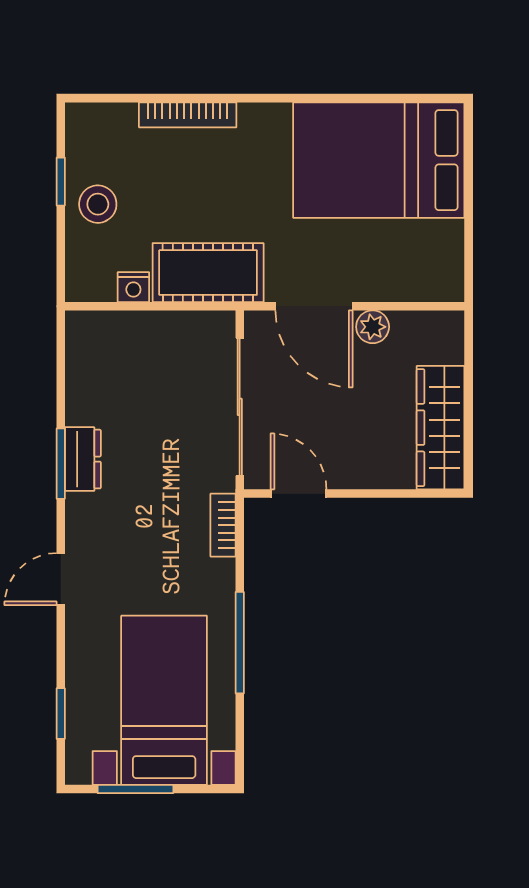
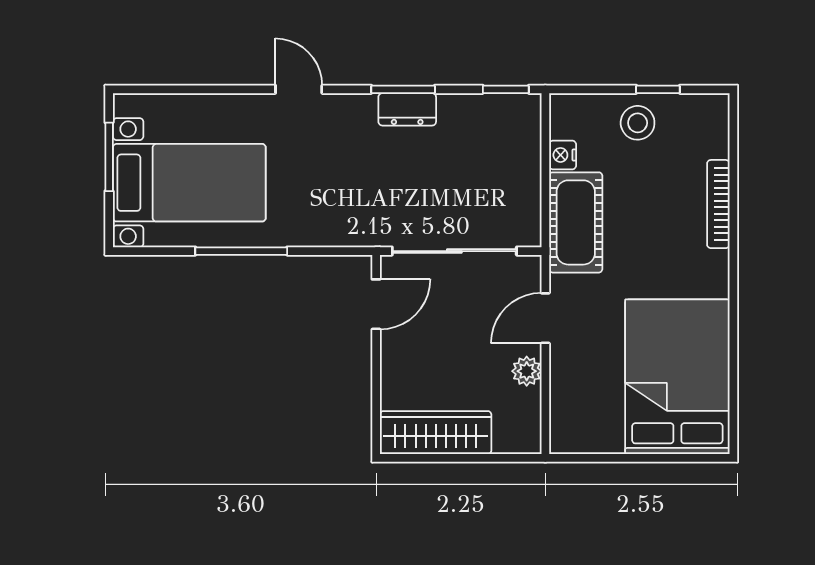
door: (314, 306) -> (545, 318), width x0.73
bookcase: (223, 525) -> (348, 236), removed
window: (61, 714) -> (506, 89), moved

